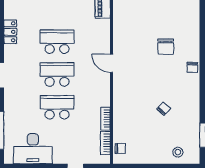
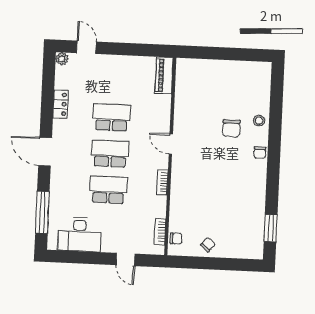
chair: (164, 109) -> (208, 245), moved
bookcase: (106, 119) -> (162, 182), moved
stool: (178, 152) -> (259, 121), moved

